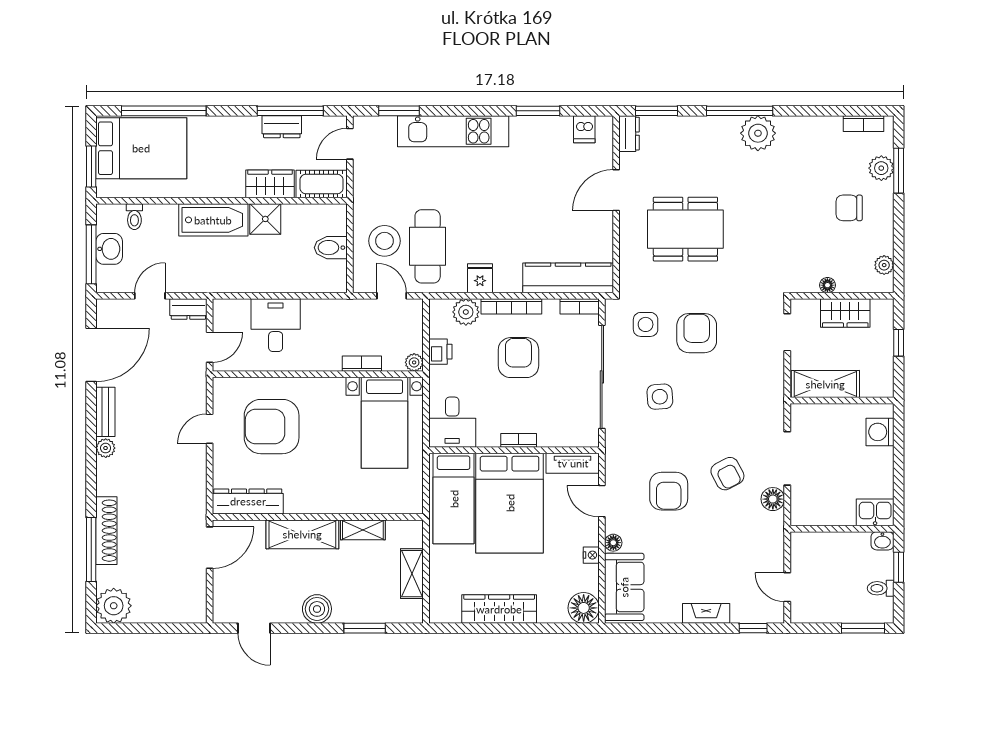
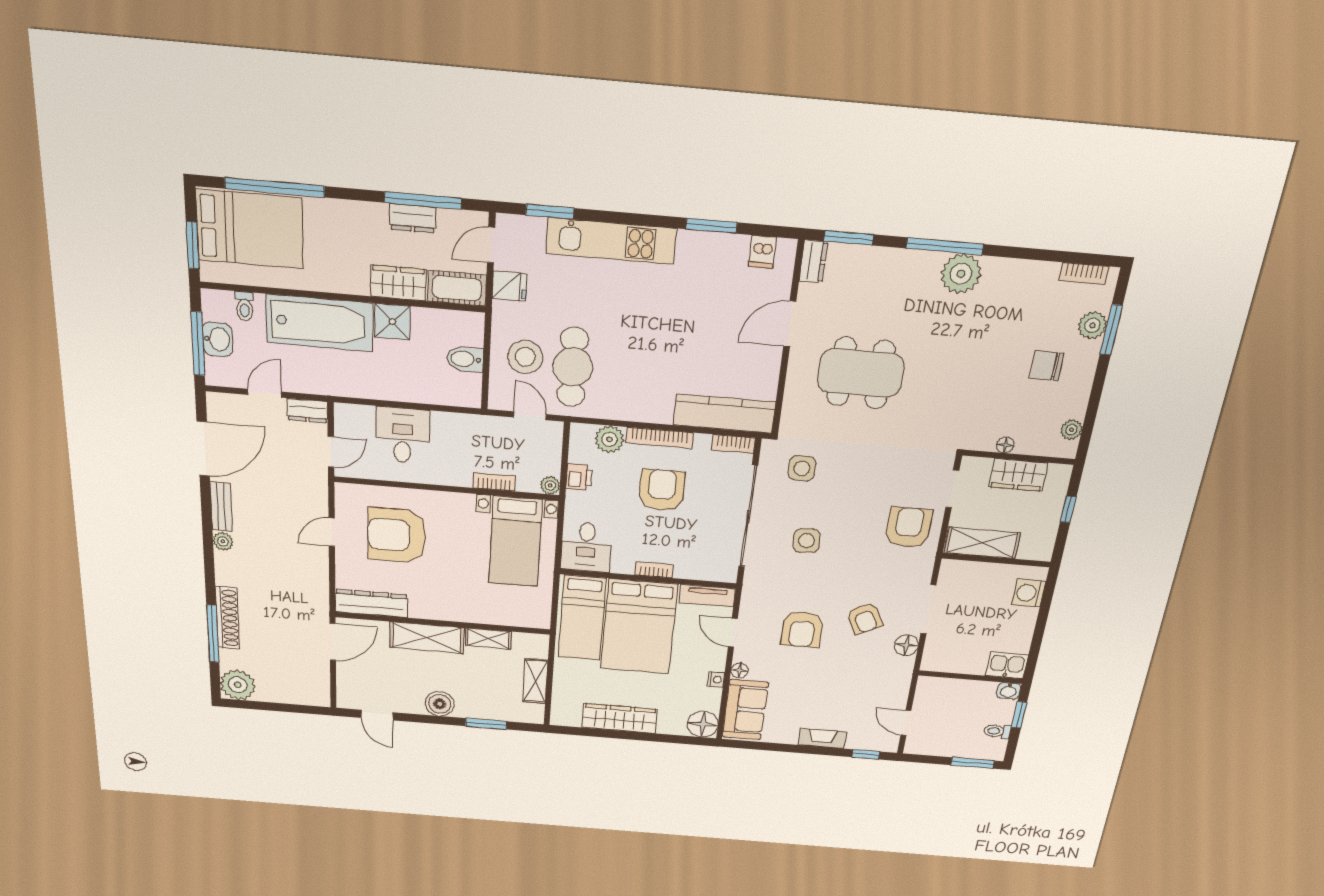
bathtub: (213, 220) -> (320, 323), width x1.36, depth x1.36
fridge: (480, 278) -> (509, 286), moved, turned 90
armchair: (697, 333) -> (909, 527), moved

